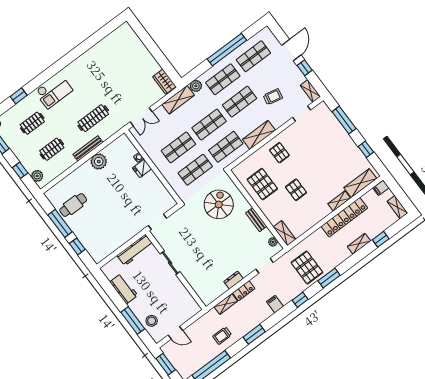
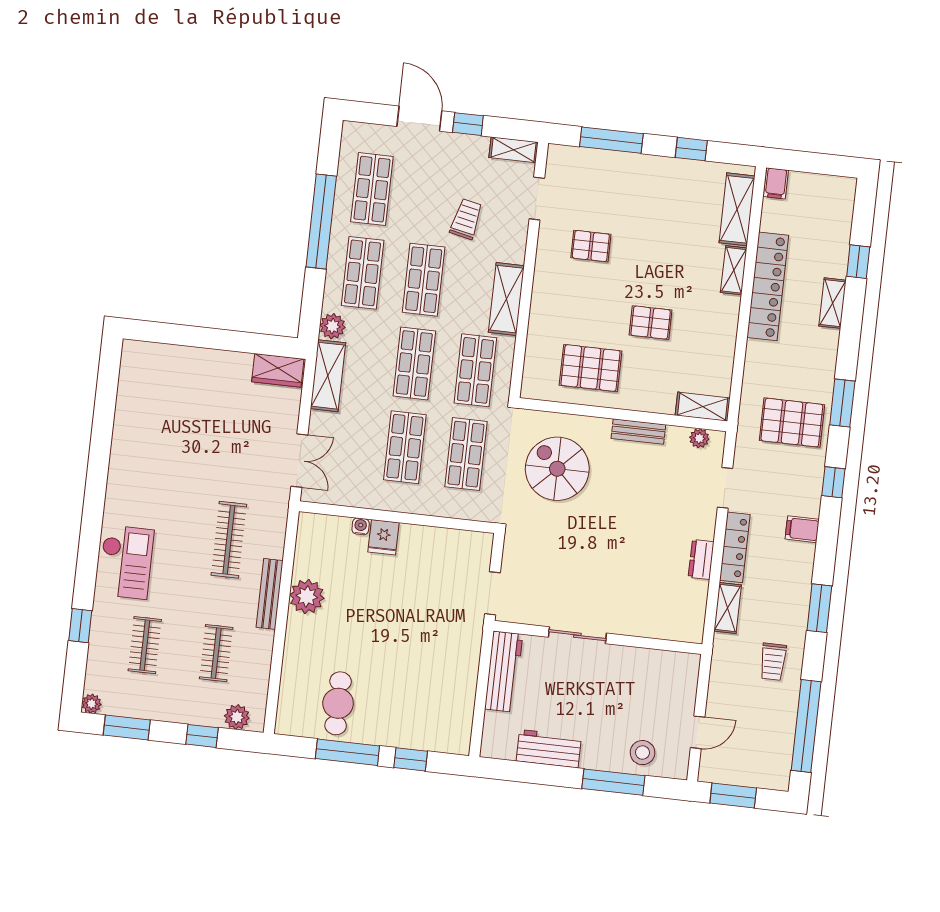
pallet: (279, 153) -> (591, 246), moved
shelving: (397, 207) -> (832, 186), removed
locker: (244, 291) -> (735, 547), width x1.53

